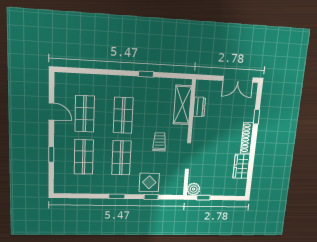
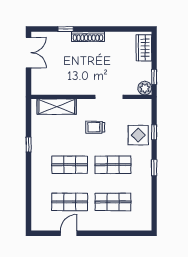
dresser: (199, 107) -> (58, 89), removed
window: (51, 154) -> (111, 233), removed
wardrobe: (241, 166) -> (144, 48), moved, turned 90

